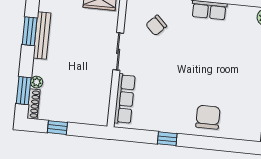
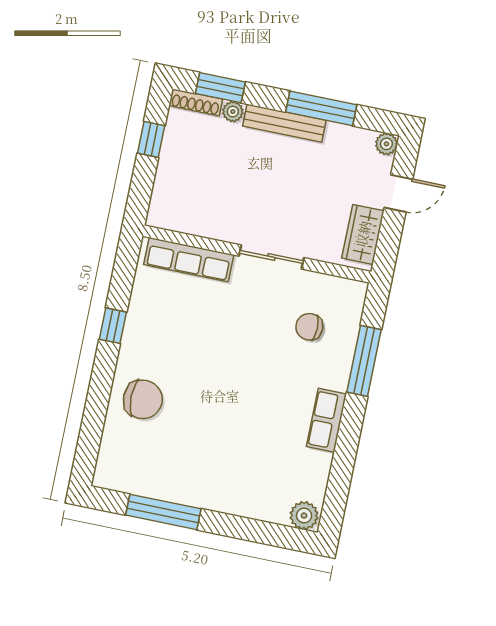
chair: (156, 25) -> (309, 327), turned -44
window: (30, 31) -> (321, 108), width x1.44
bench: (42, 35) -> (284, 123), moved

